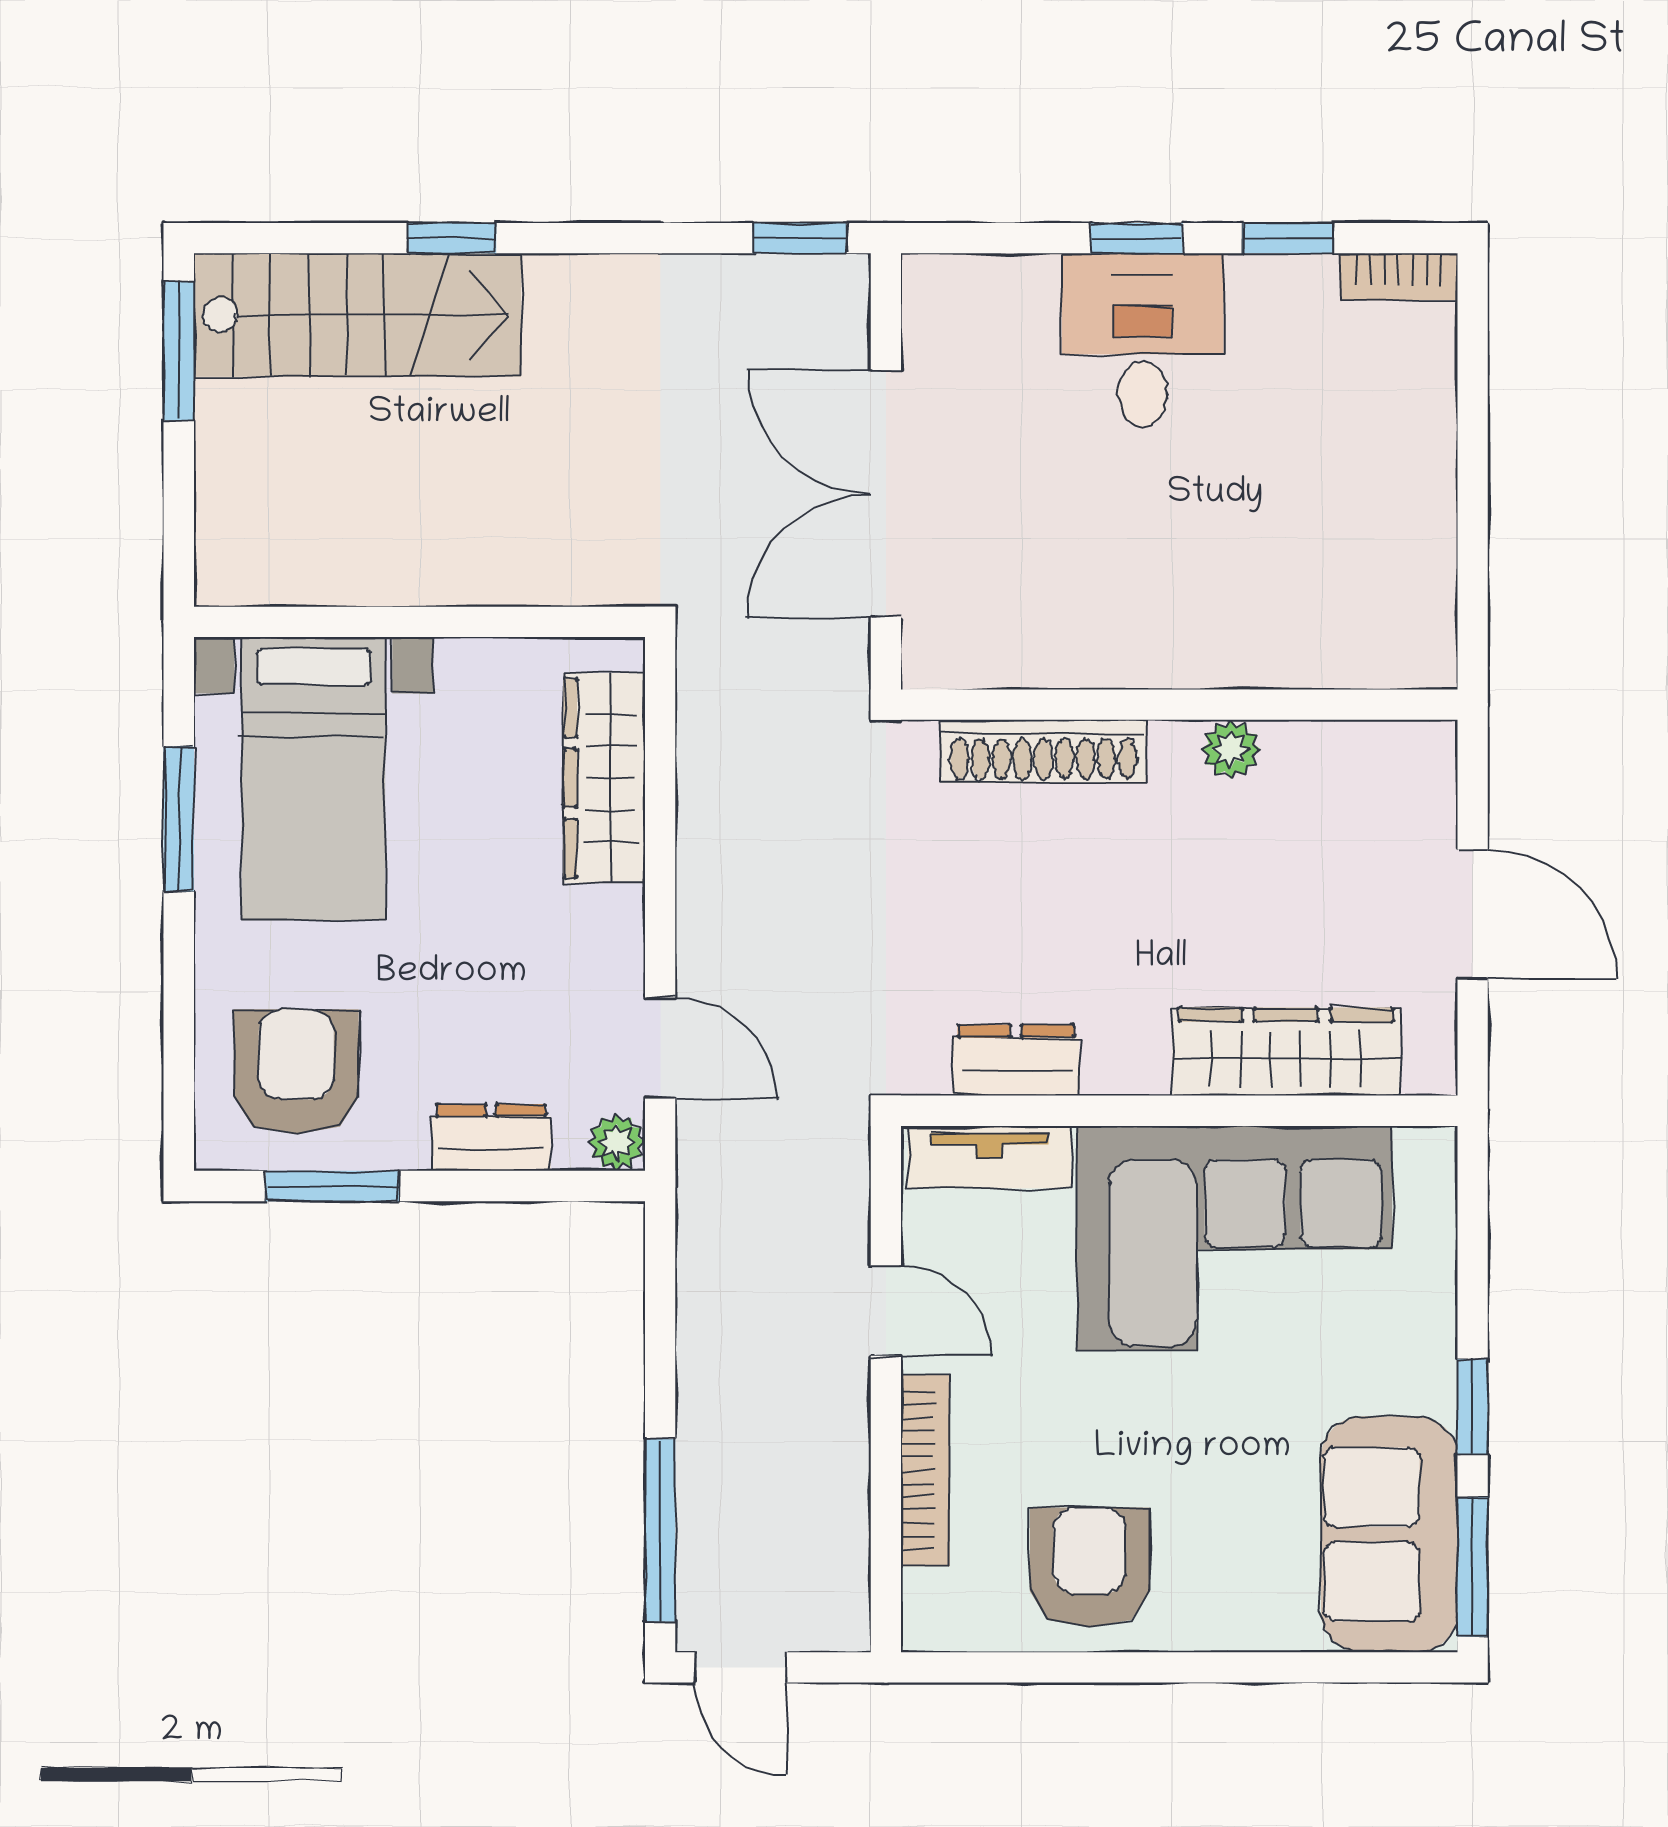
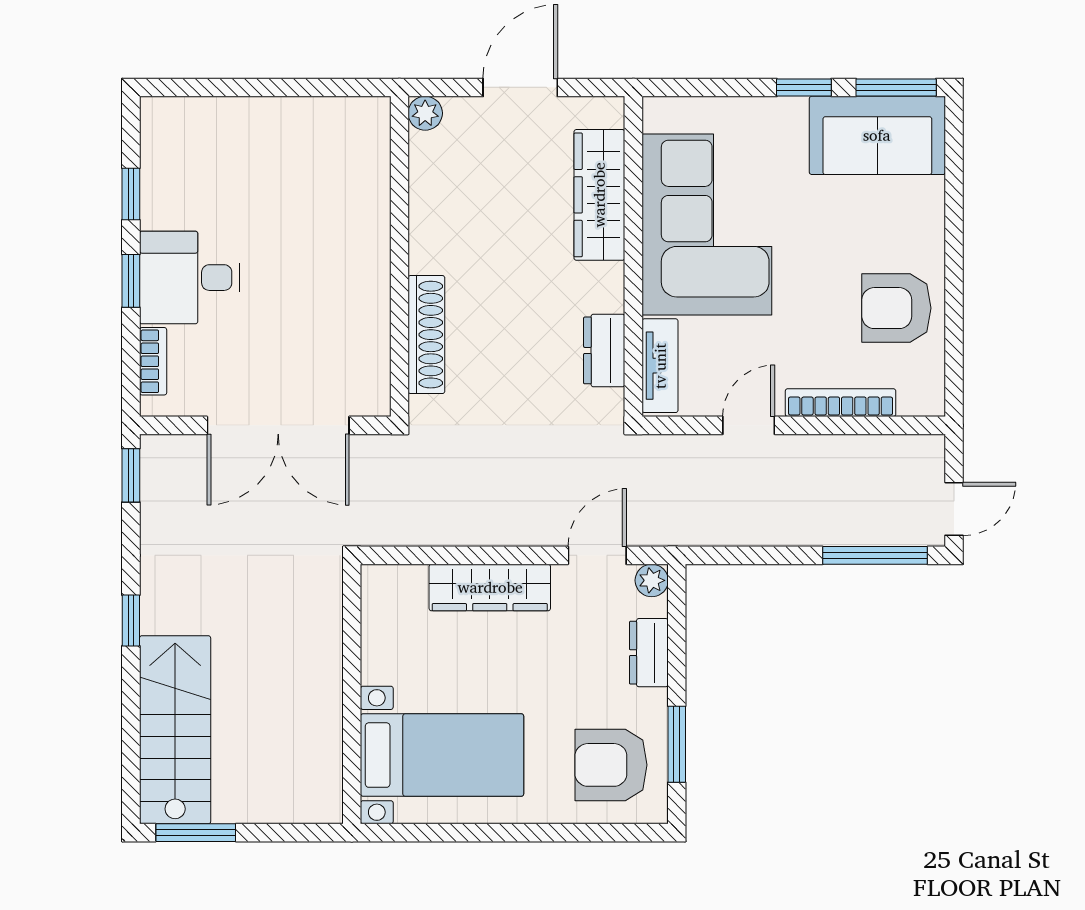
window: (452, 238) -> (131, 620), moved
bookcase: (1399, 277) -> (153, 361), moved
plant: (1231, 749) -> (425, 113), moved
wardrobe: (604, 778) -> (490, 587), moved
window: (179, 819) -> (465, 833), removed

